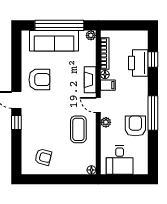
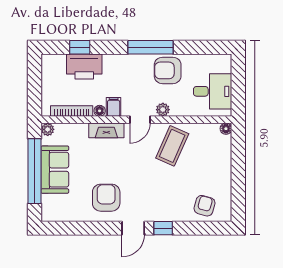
sofa: (54, 41) -> (55, 170), width x0.73
coffee table: (78, 129) -> (172, 146), turned -66
armchair: (43, 157) -> (205, 206), moved

